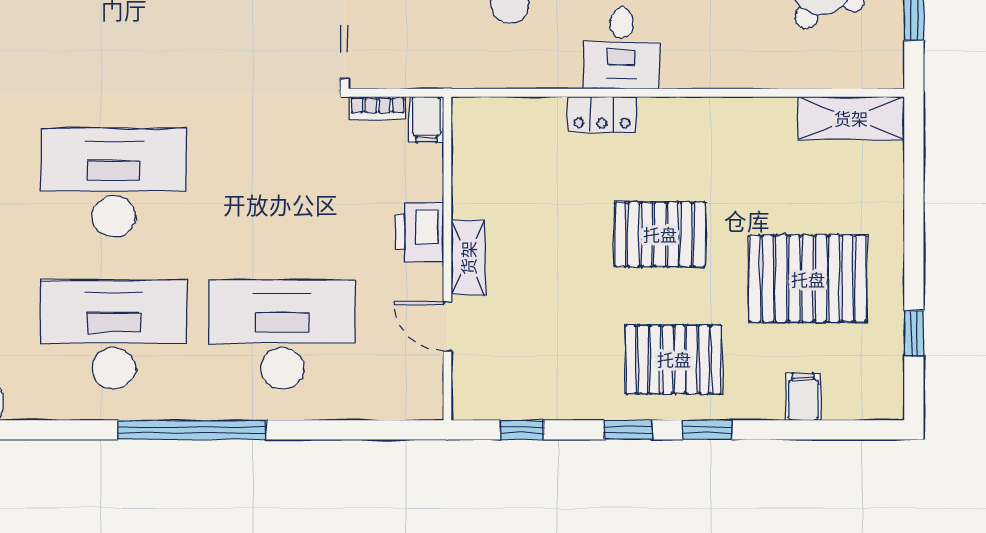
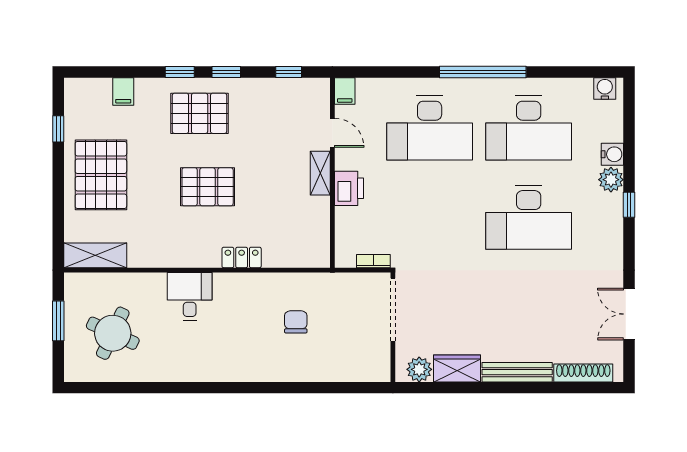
desk: (622, 48) -> (190, 296), moved
filing cabinet: (426, 119) -> (345, 91), moved, turned 180
pallet: (808, 279) -> (101, 175), moved, turned 90

